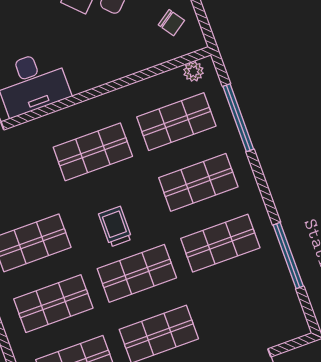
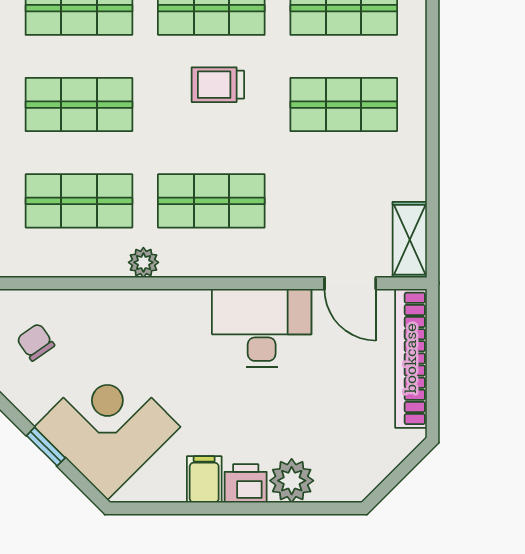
plant: (193, 71) -> (143, 262), moved
trolley: (115, 227) -> (218, 85), turned 90

